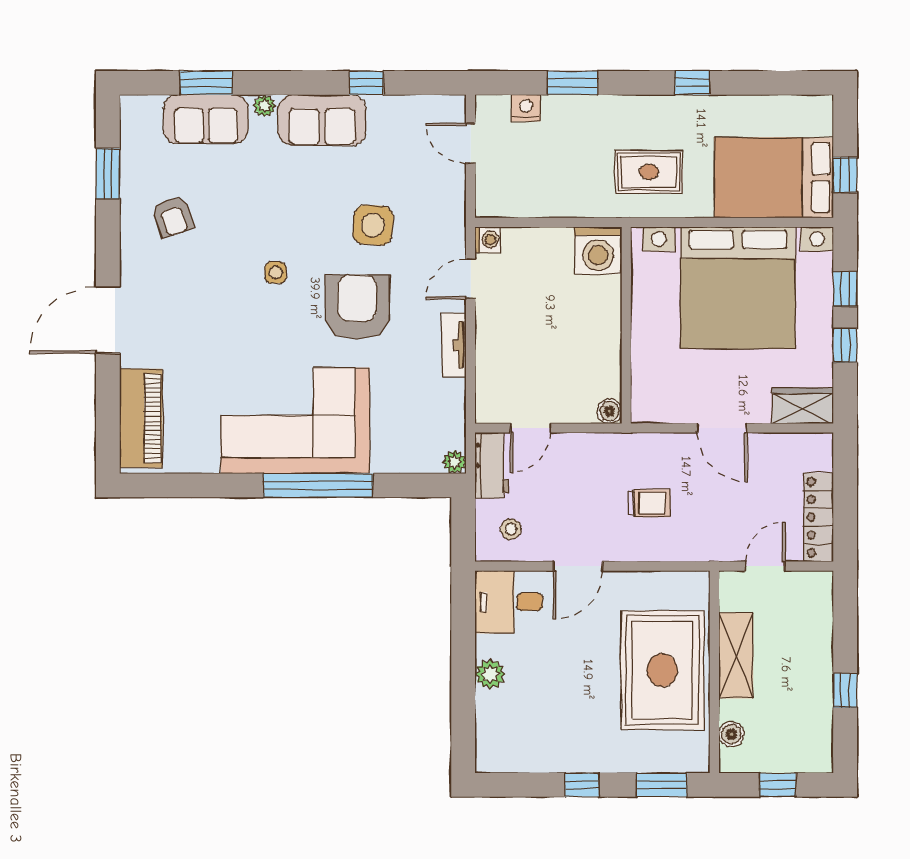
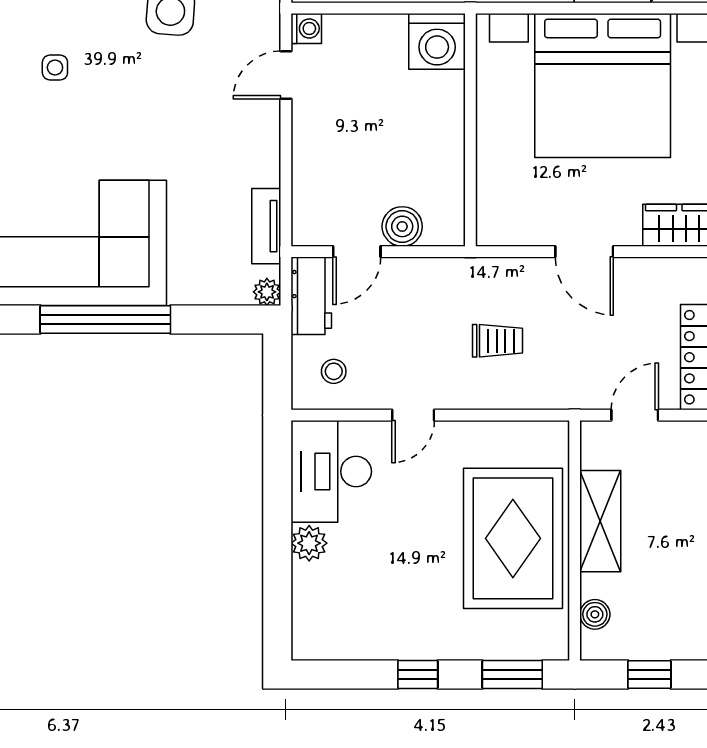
armchair: (357, 307) -> (152, 108), removed
tv unit: (454, 345) -> (266, 226), moved
boiler: (609, 411) -> (402, 226), moved, width x1.36, depth x1.36
door: (578, 566) -> (413, 415), width x0.73
desk: (509, 602) -> (331, 471), width x1.37

